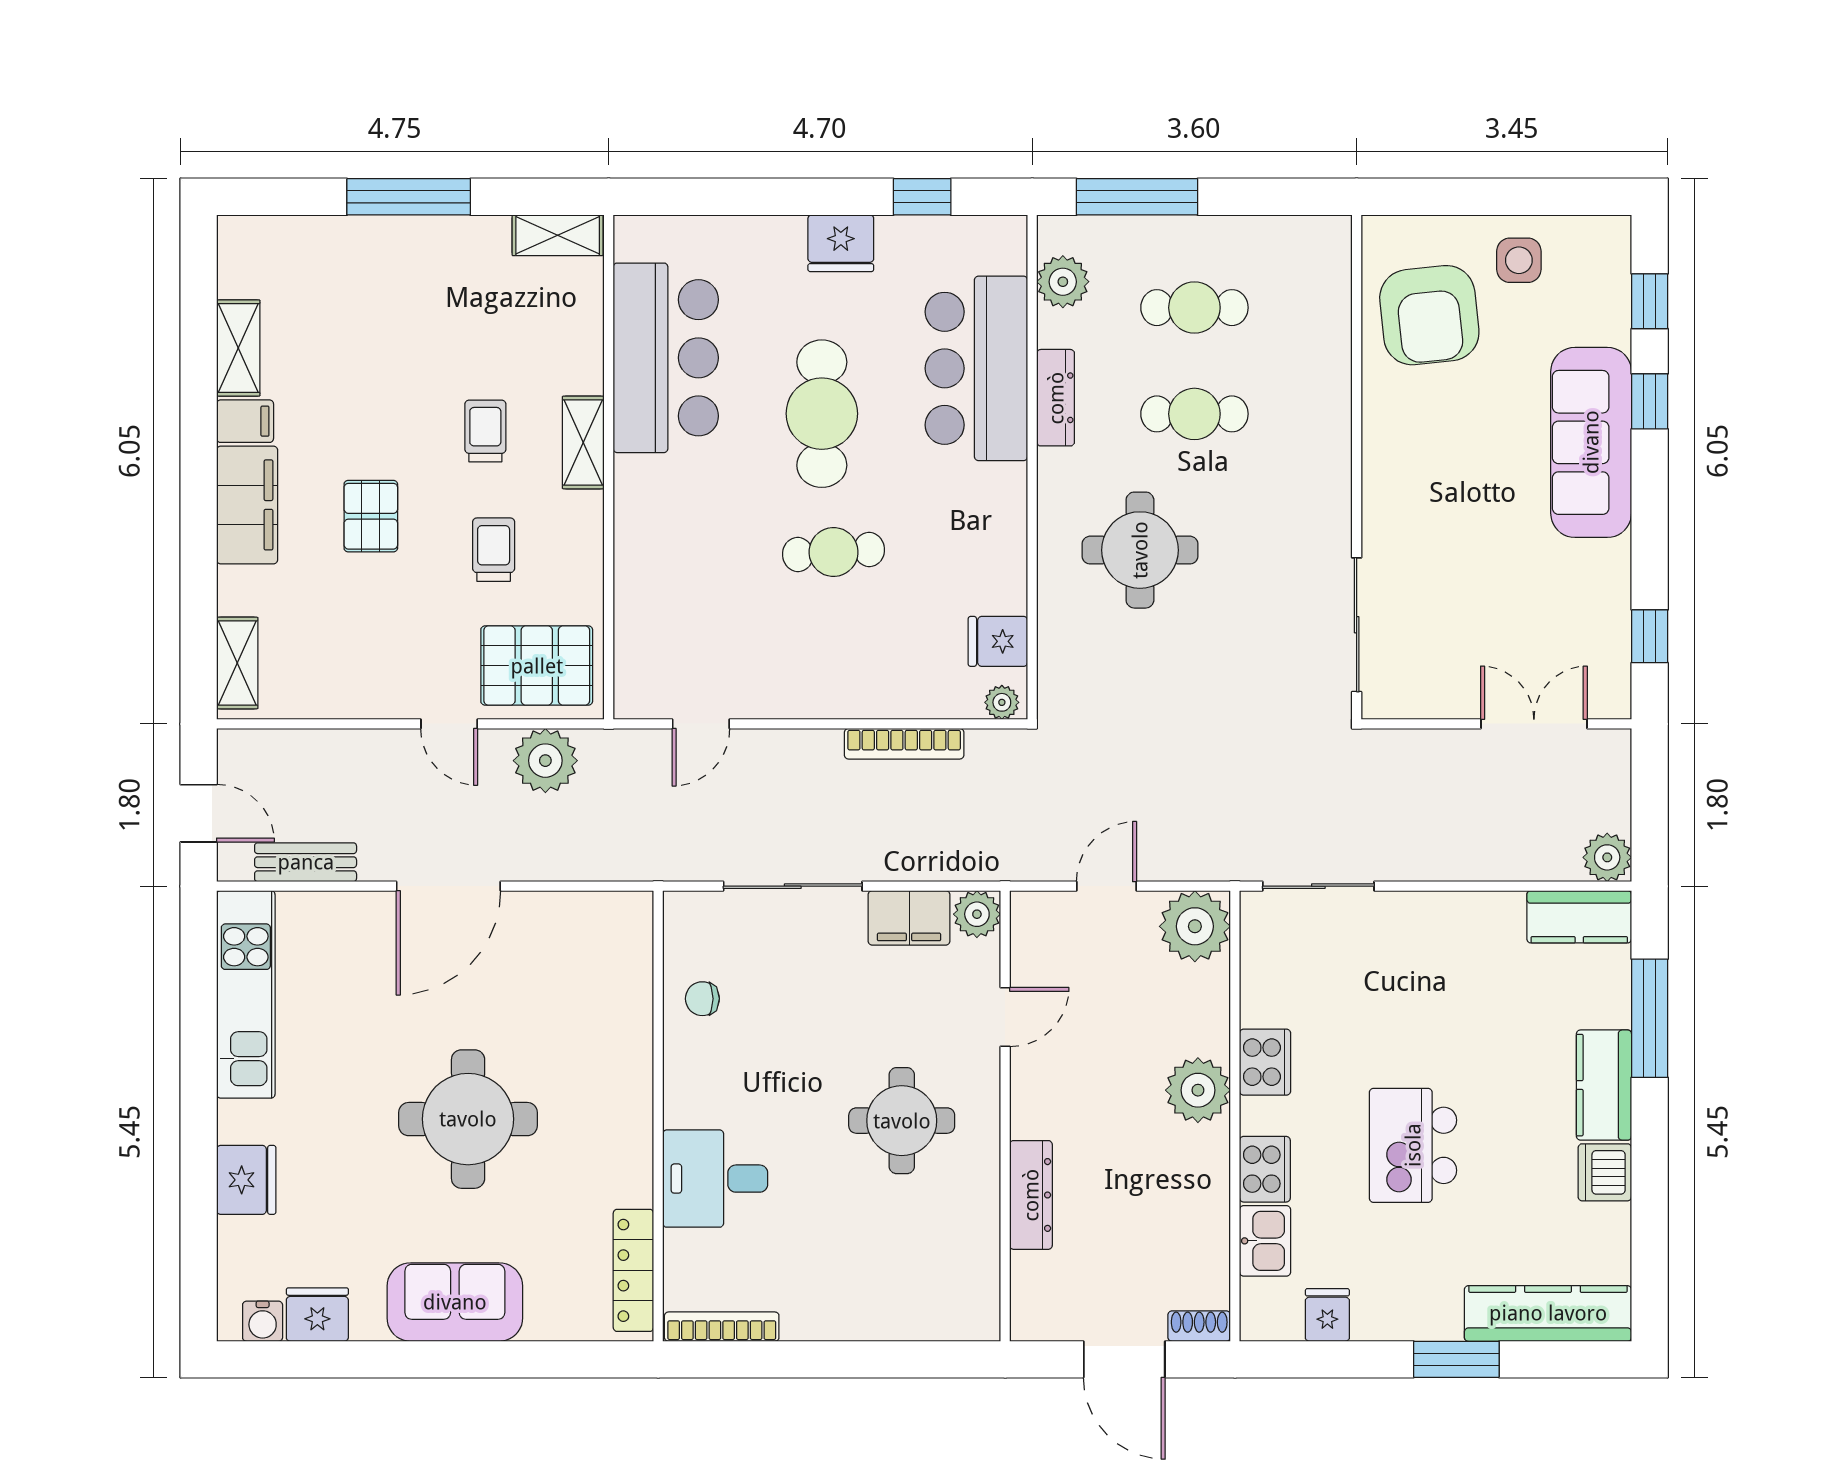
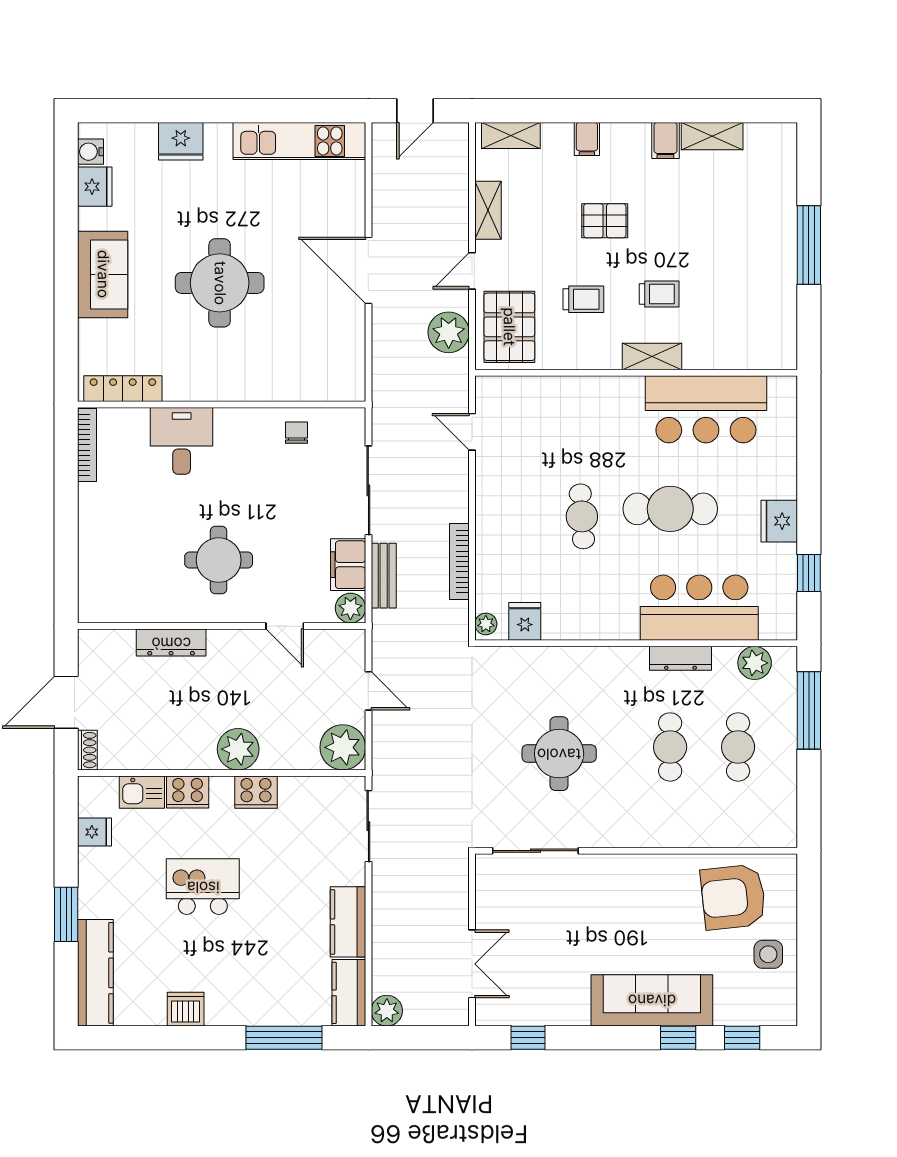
shelving: (558, 235) -> (488, 210), moved
filing cabinet: (247, 505) -> (587, 139), width x0.33, depth x0.86
round table: (1140, 550) -> (559, 754), moved
bench: (306, 862) -> (384, 576), moved
kitchen counter: (1604, 1085) -> (348, 922), moved, turned -90

